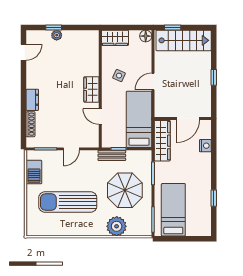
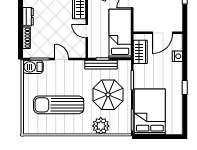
wardrobe: (162, 141) -> (140, 52), width x0.67
door: (71, 149) -> (62, 59), swing flipped
bench: (112, 155) -> (101, 65), width x1.36
barbecue: (34, 172) -> (33, 67), moved, turned 90
window: (214, 198) -> (185, 88), moved
bed: (173, 210) -> (150, 112), width x1.50

